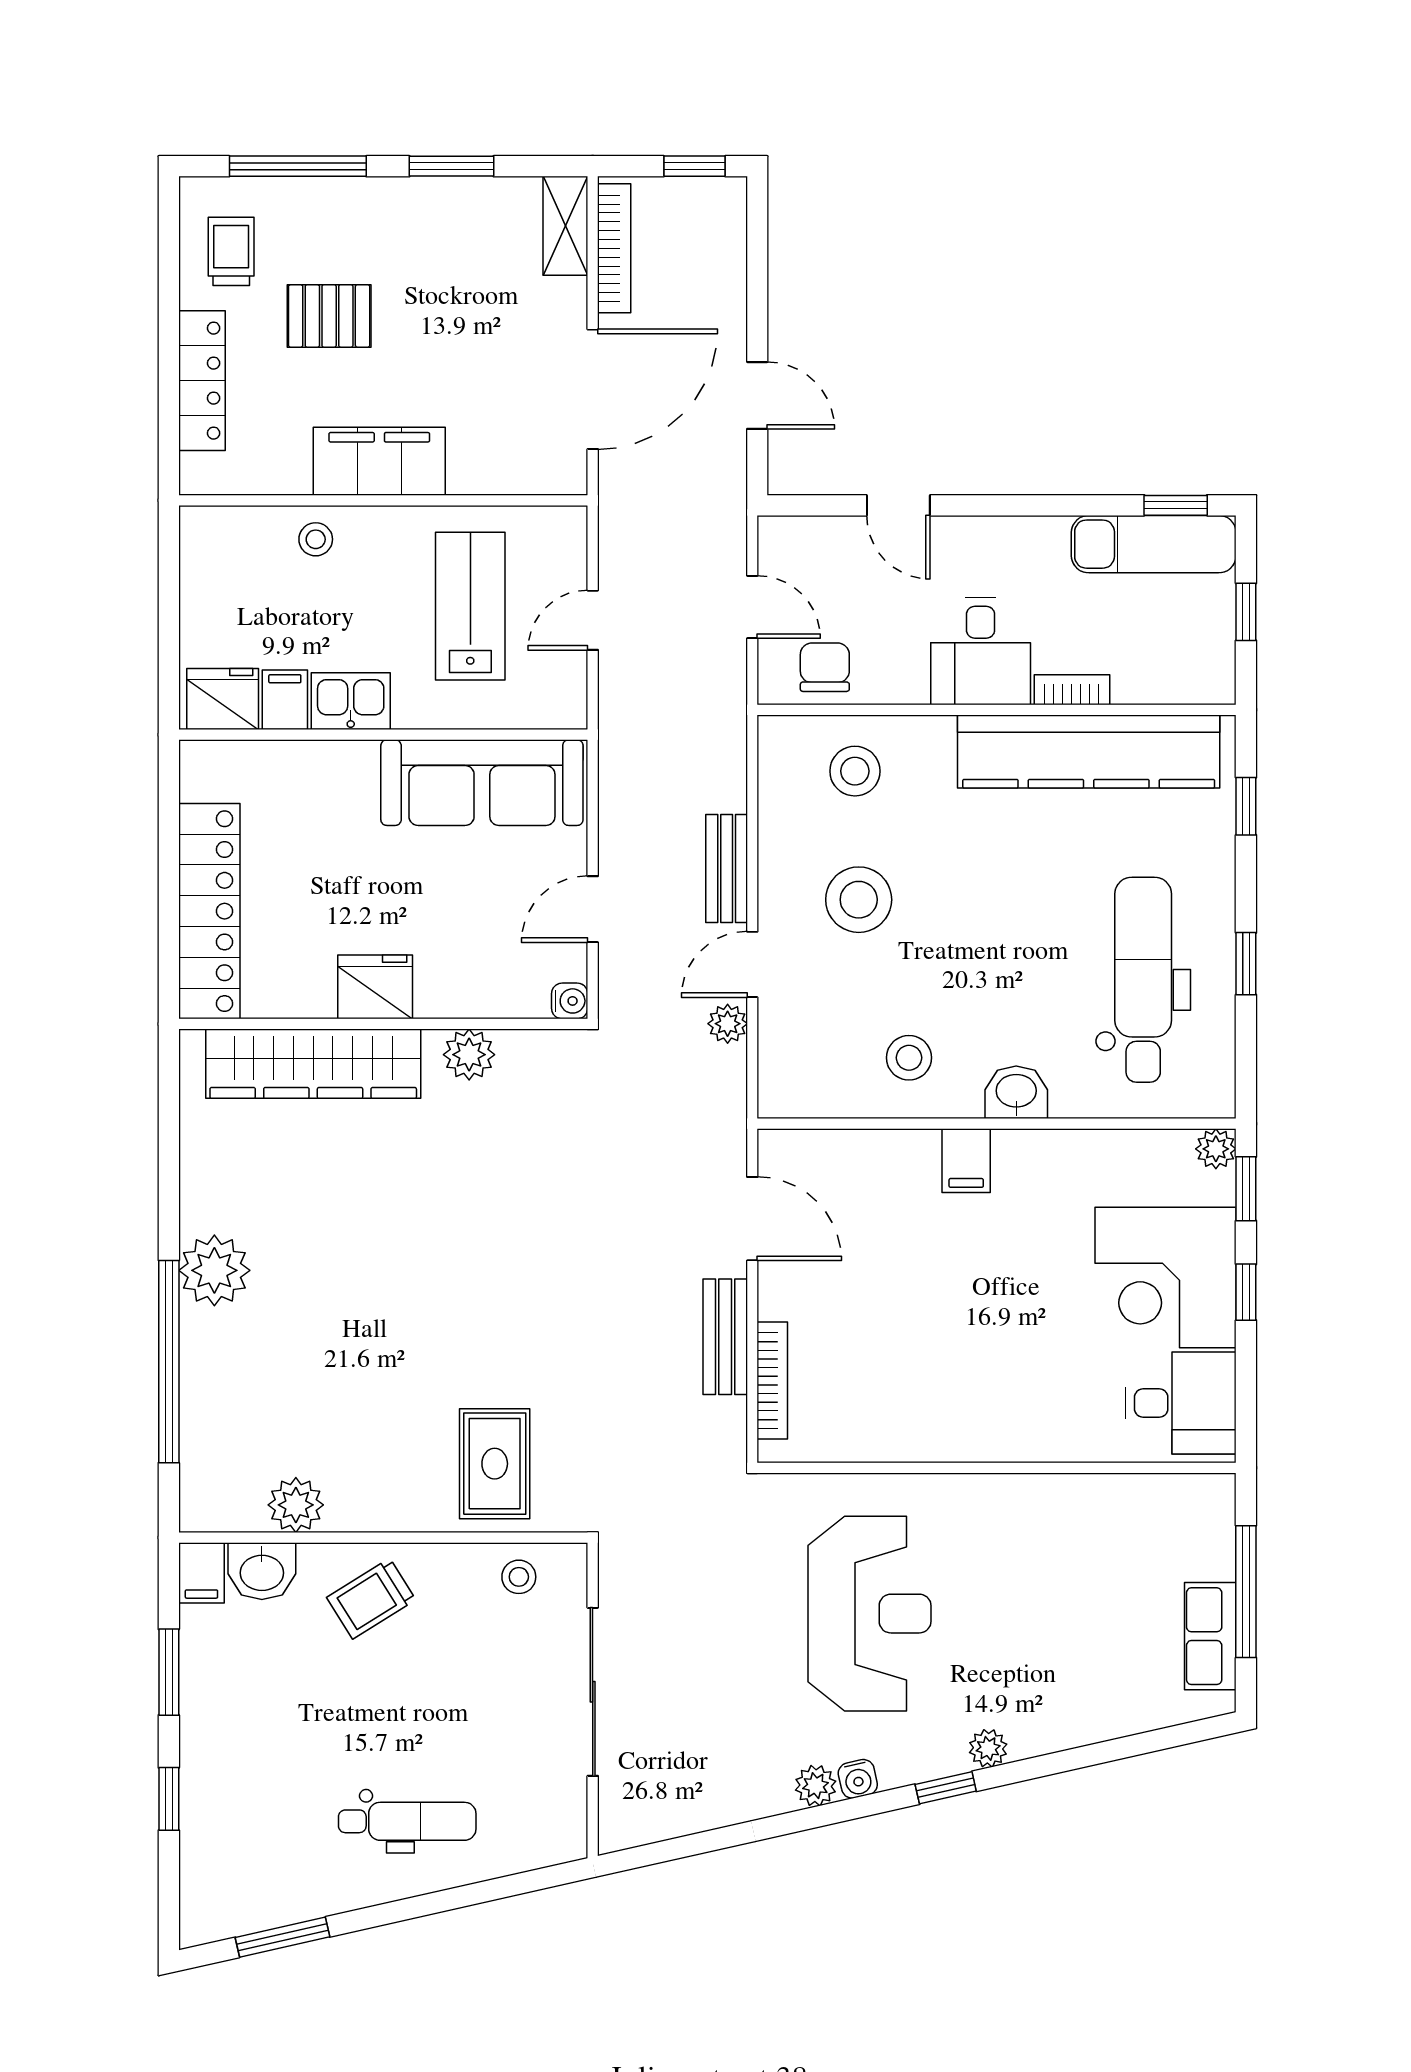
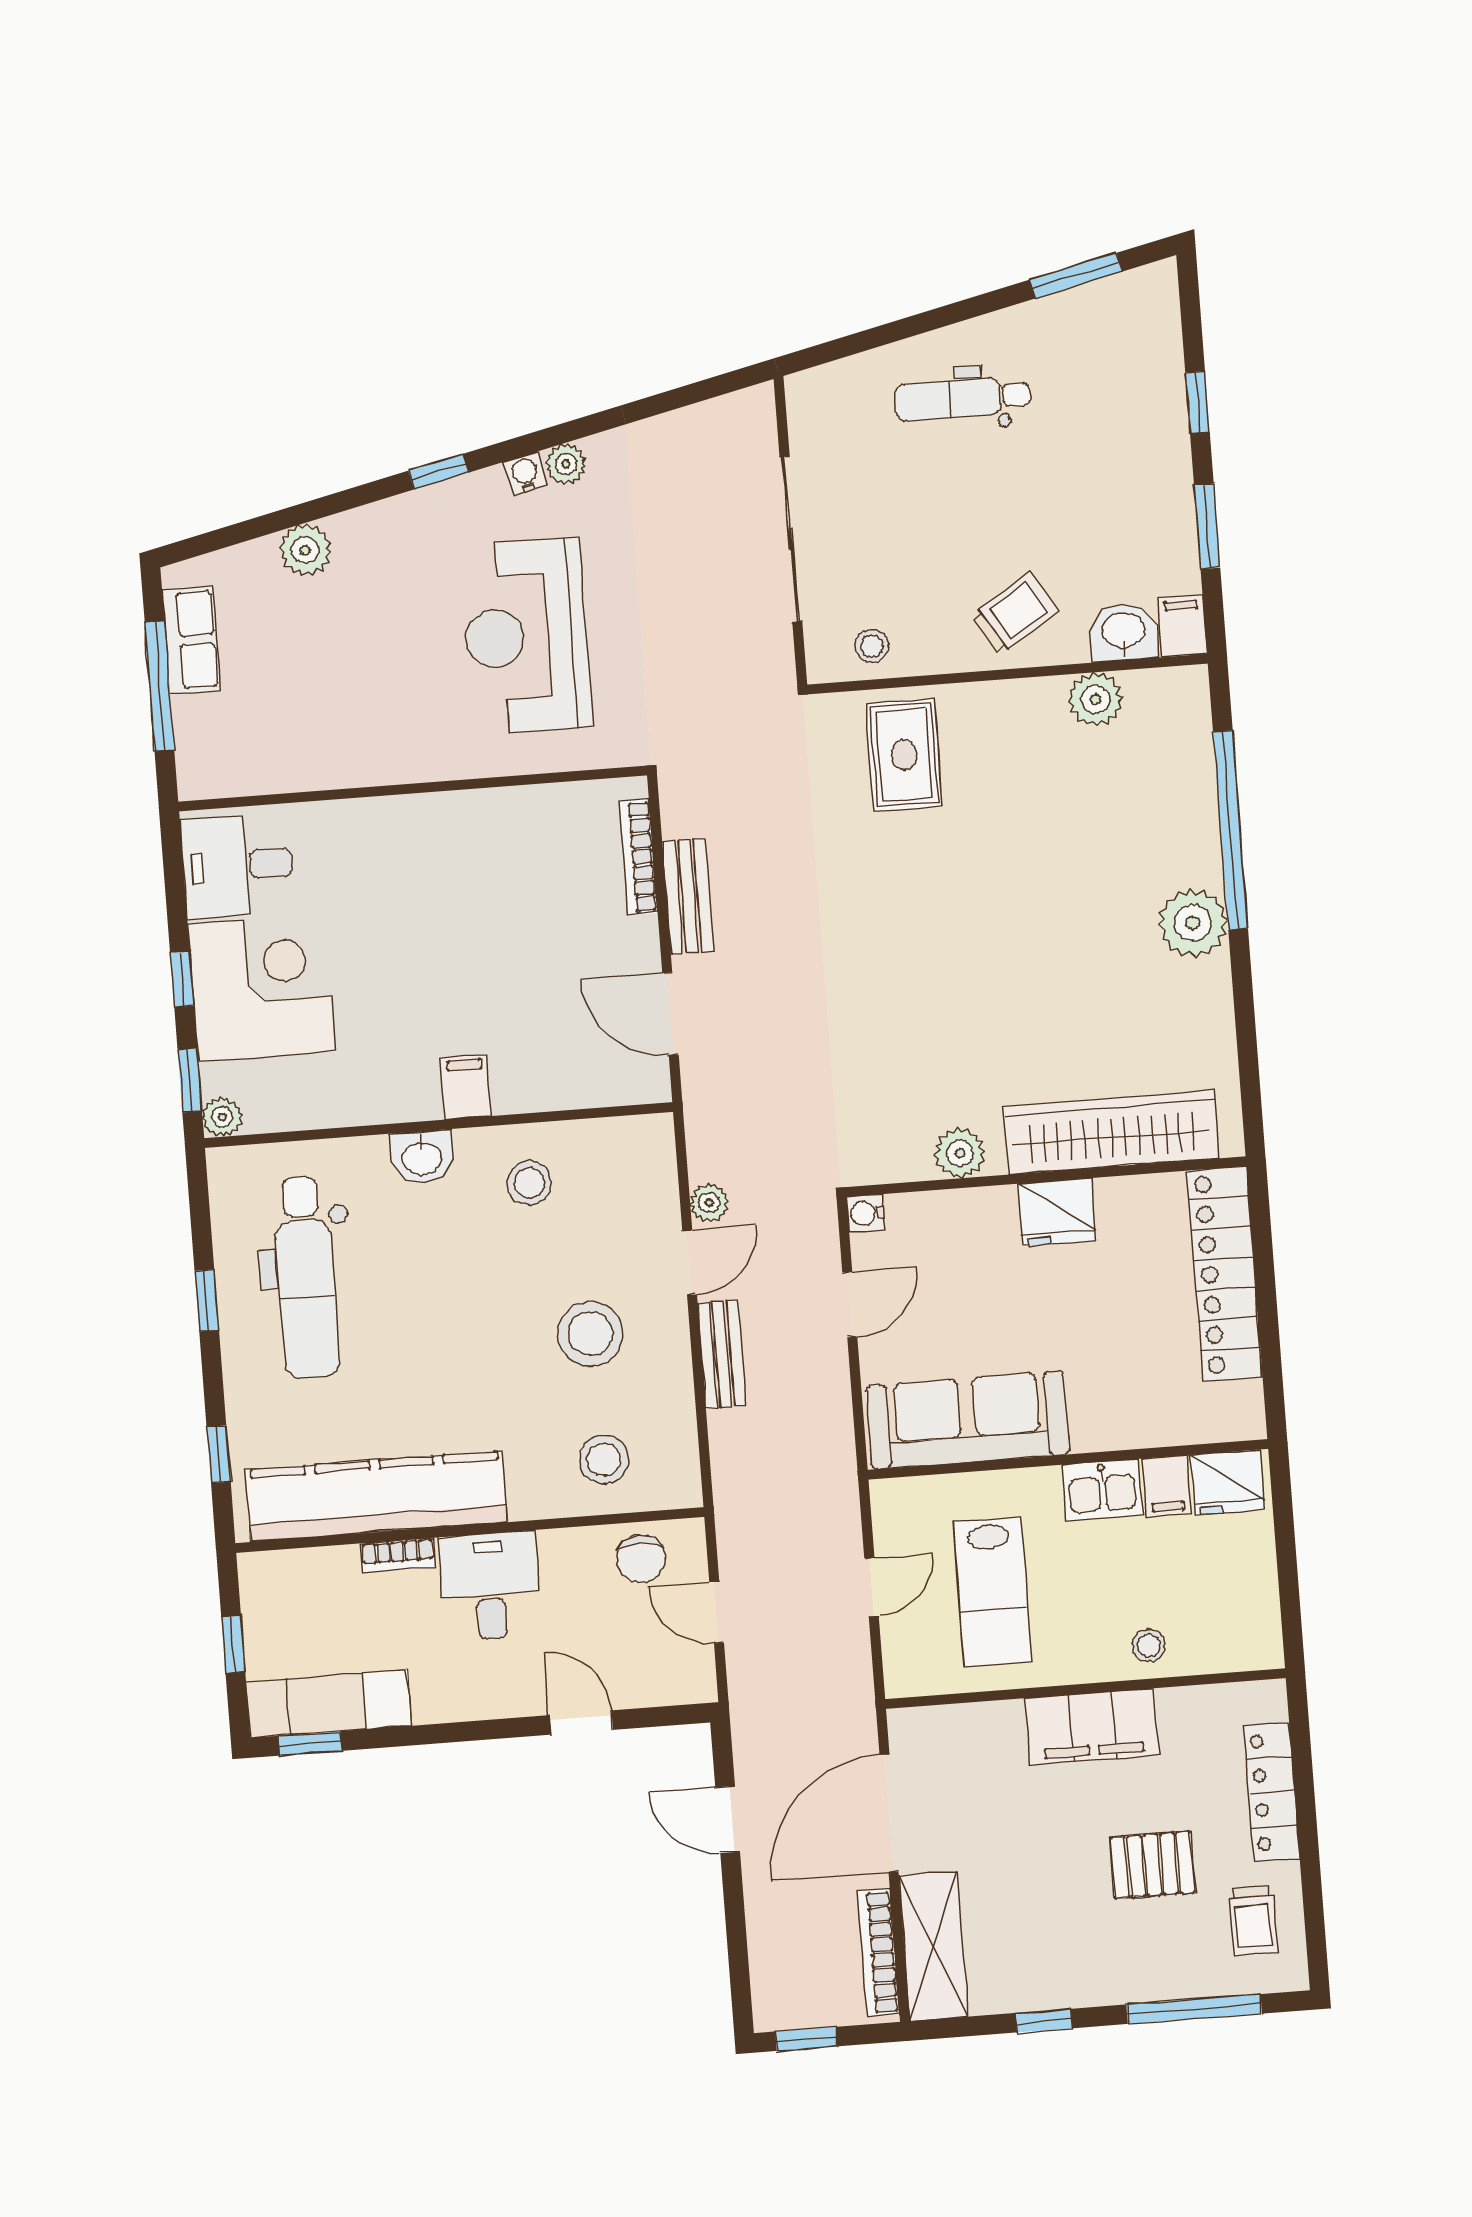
window: (452, 166) -> (1044, 2021), width x0.67
shelving: (565, 226) -> (933, 1946), width x1.50, depth x1.33
plant: (988, 1748) -> (305, 550), moved, width x1.38, depth x1.38

